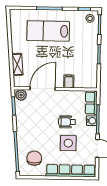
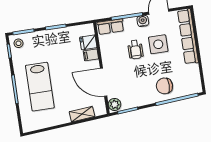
fridge: (80, 81) -> (88, 42), added
water cooler: (92, 121) -> (143, 21), moved
chair: (34, 158) -> (164, 86), moved

